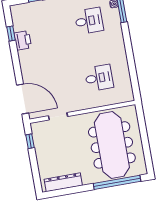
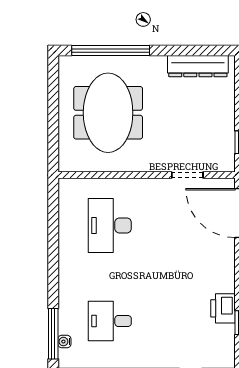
desk: (99, 78) -> (110, 225), width x1.37
meeting table: (112, 145) -> (108, 113), width x0.73

